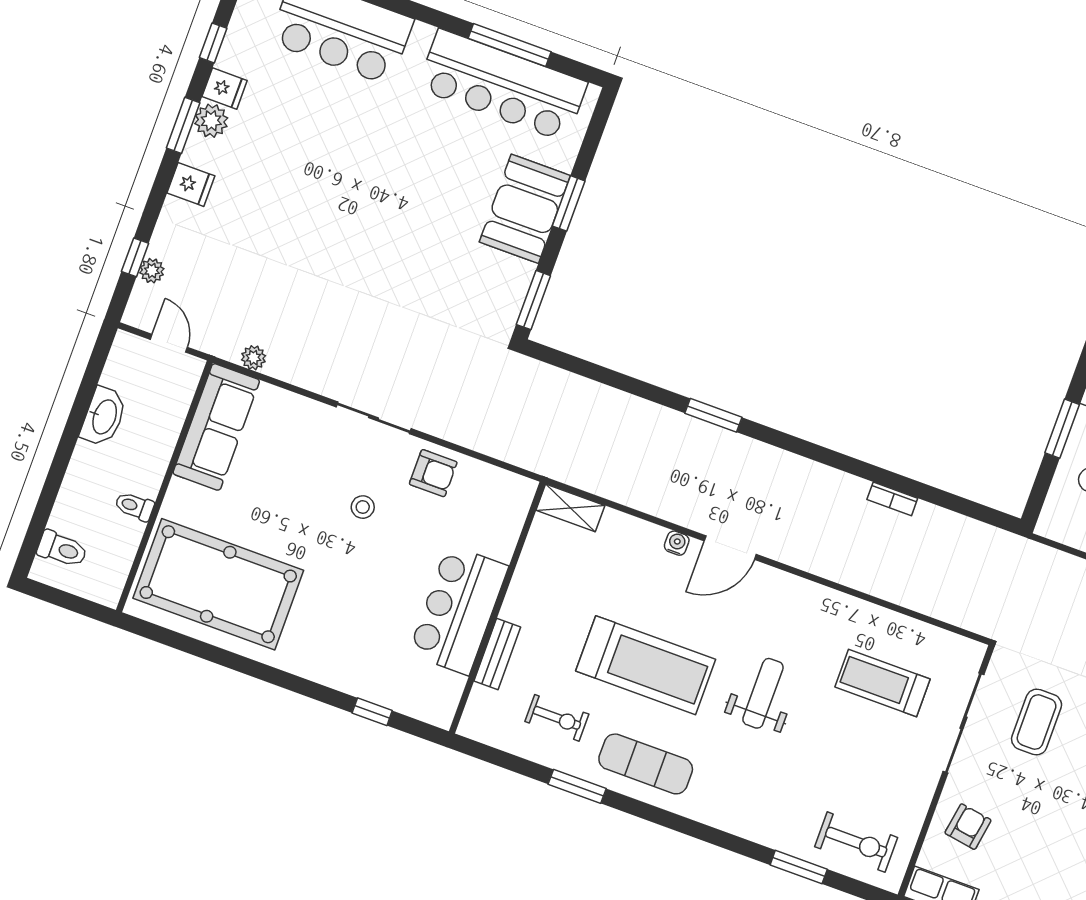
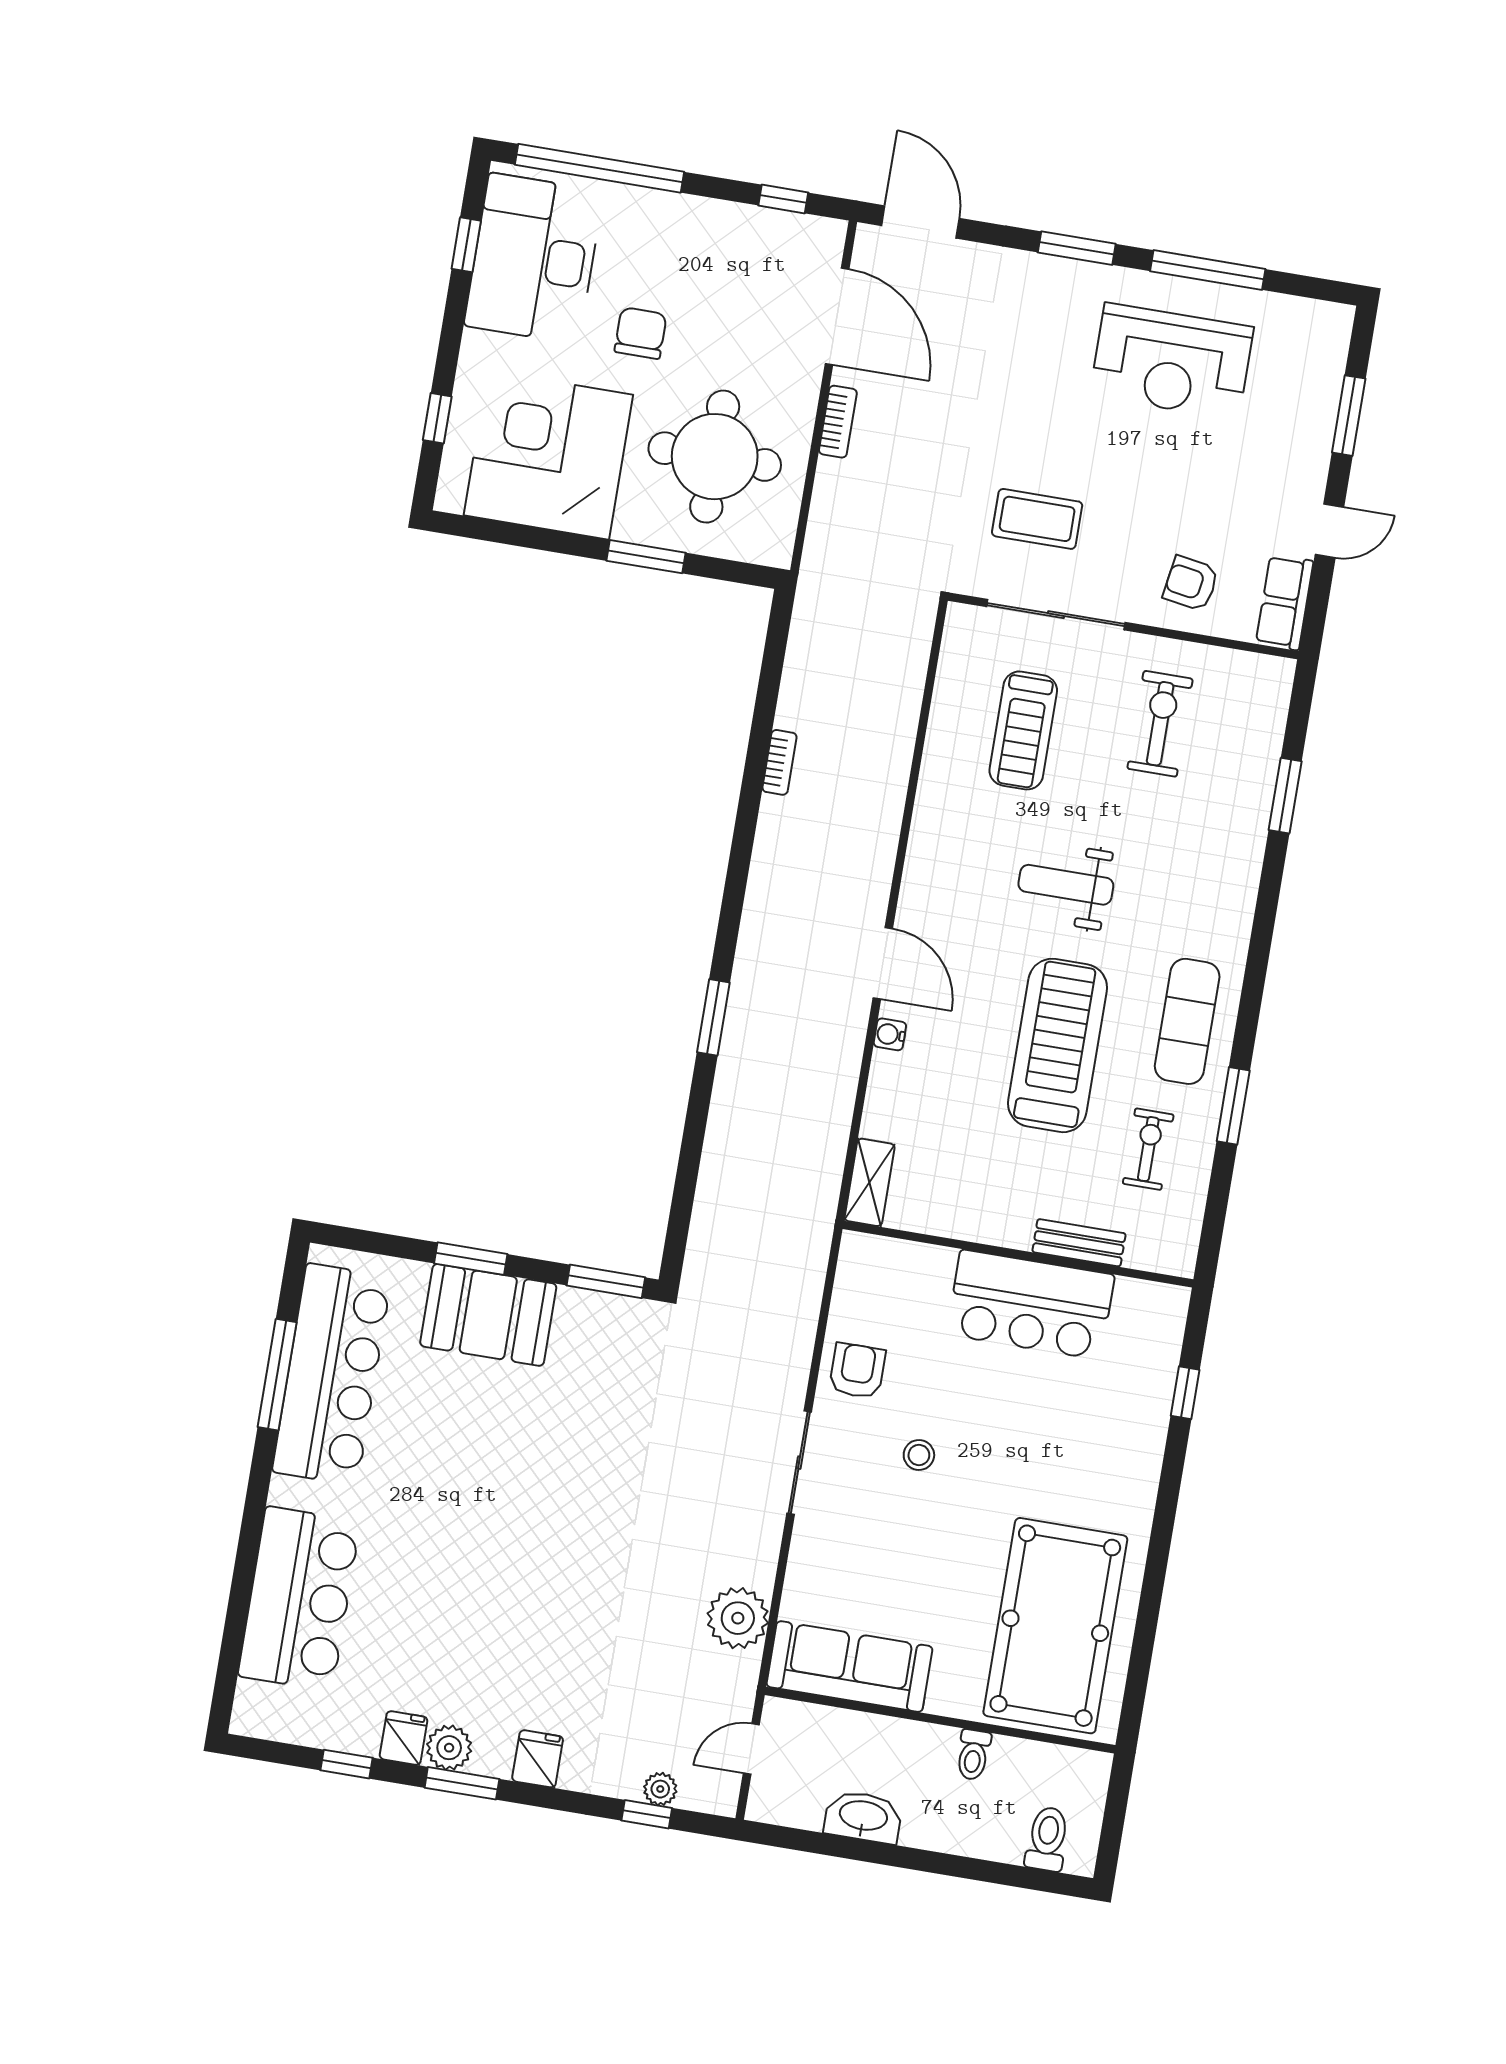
plant: (253, 358) -> (738, 1618), width x1.87, depth x1.87
exercise bike: (856, 842) -> (1160, 724), moved

